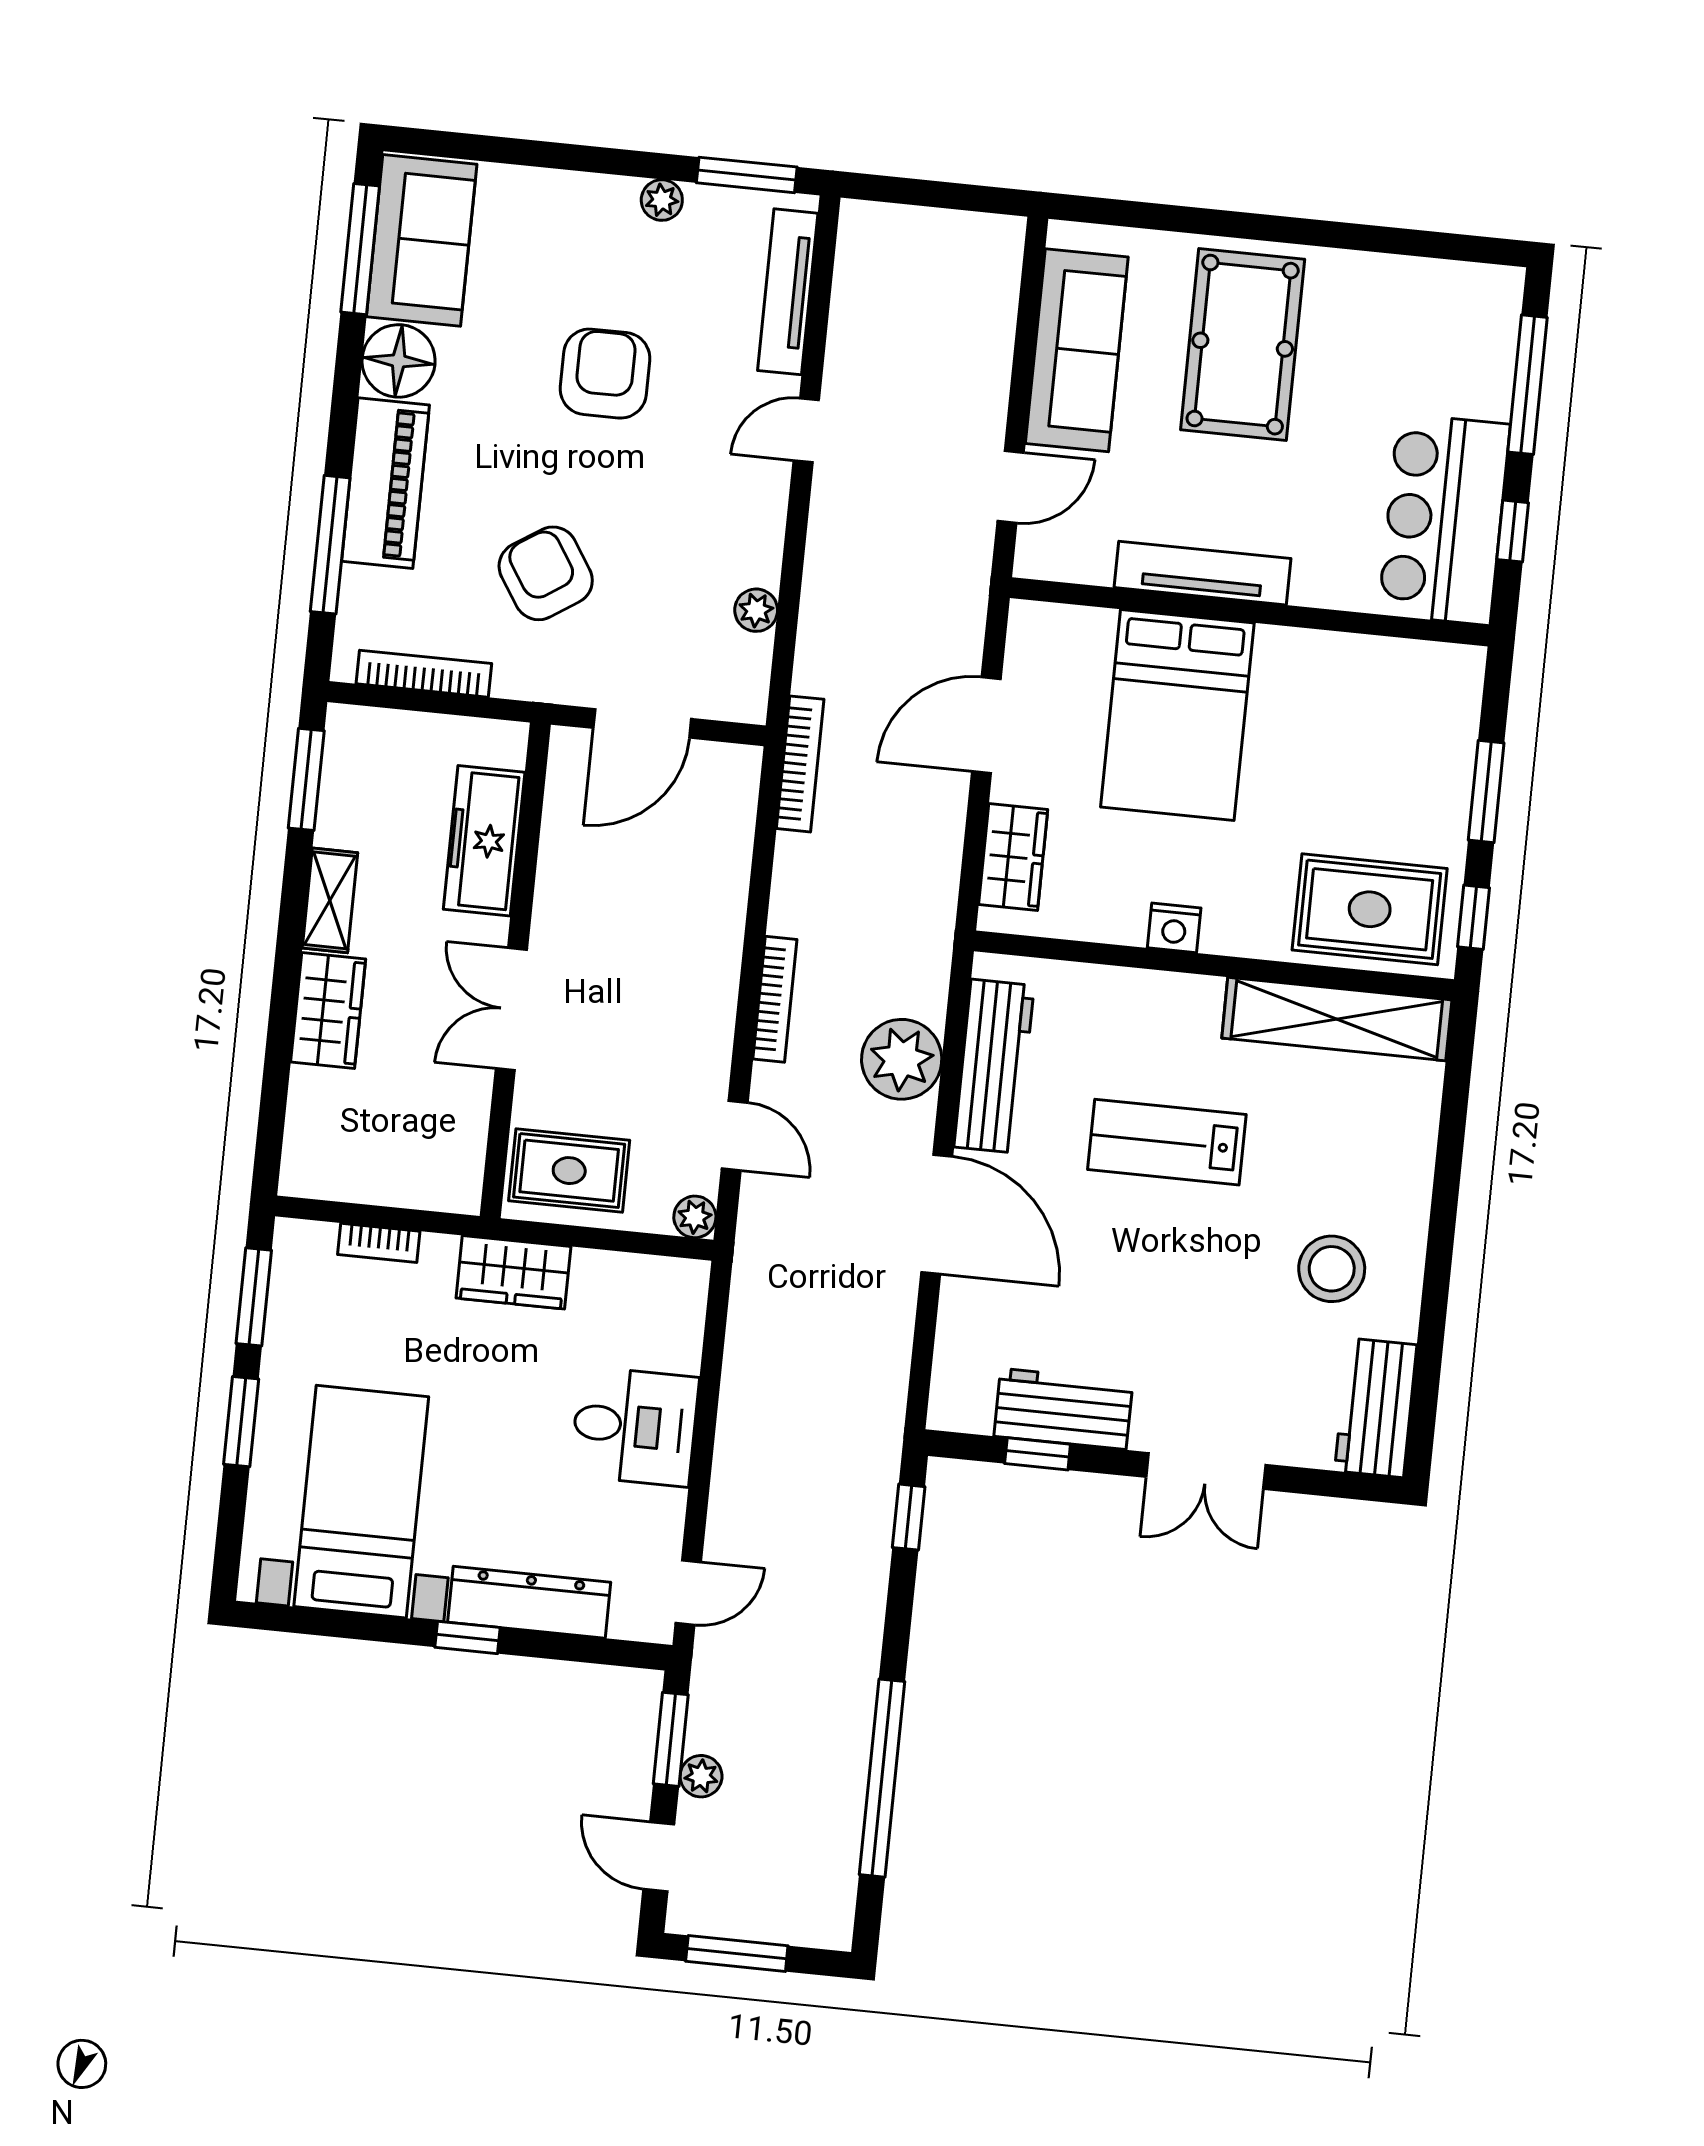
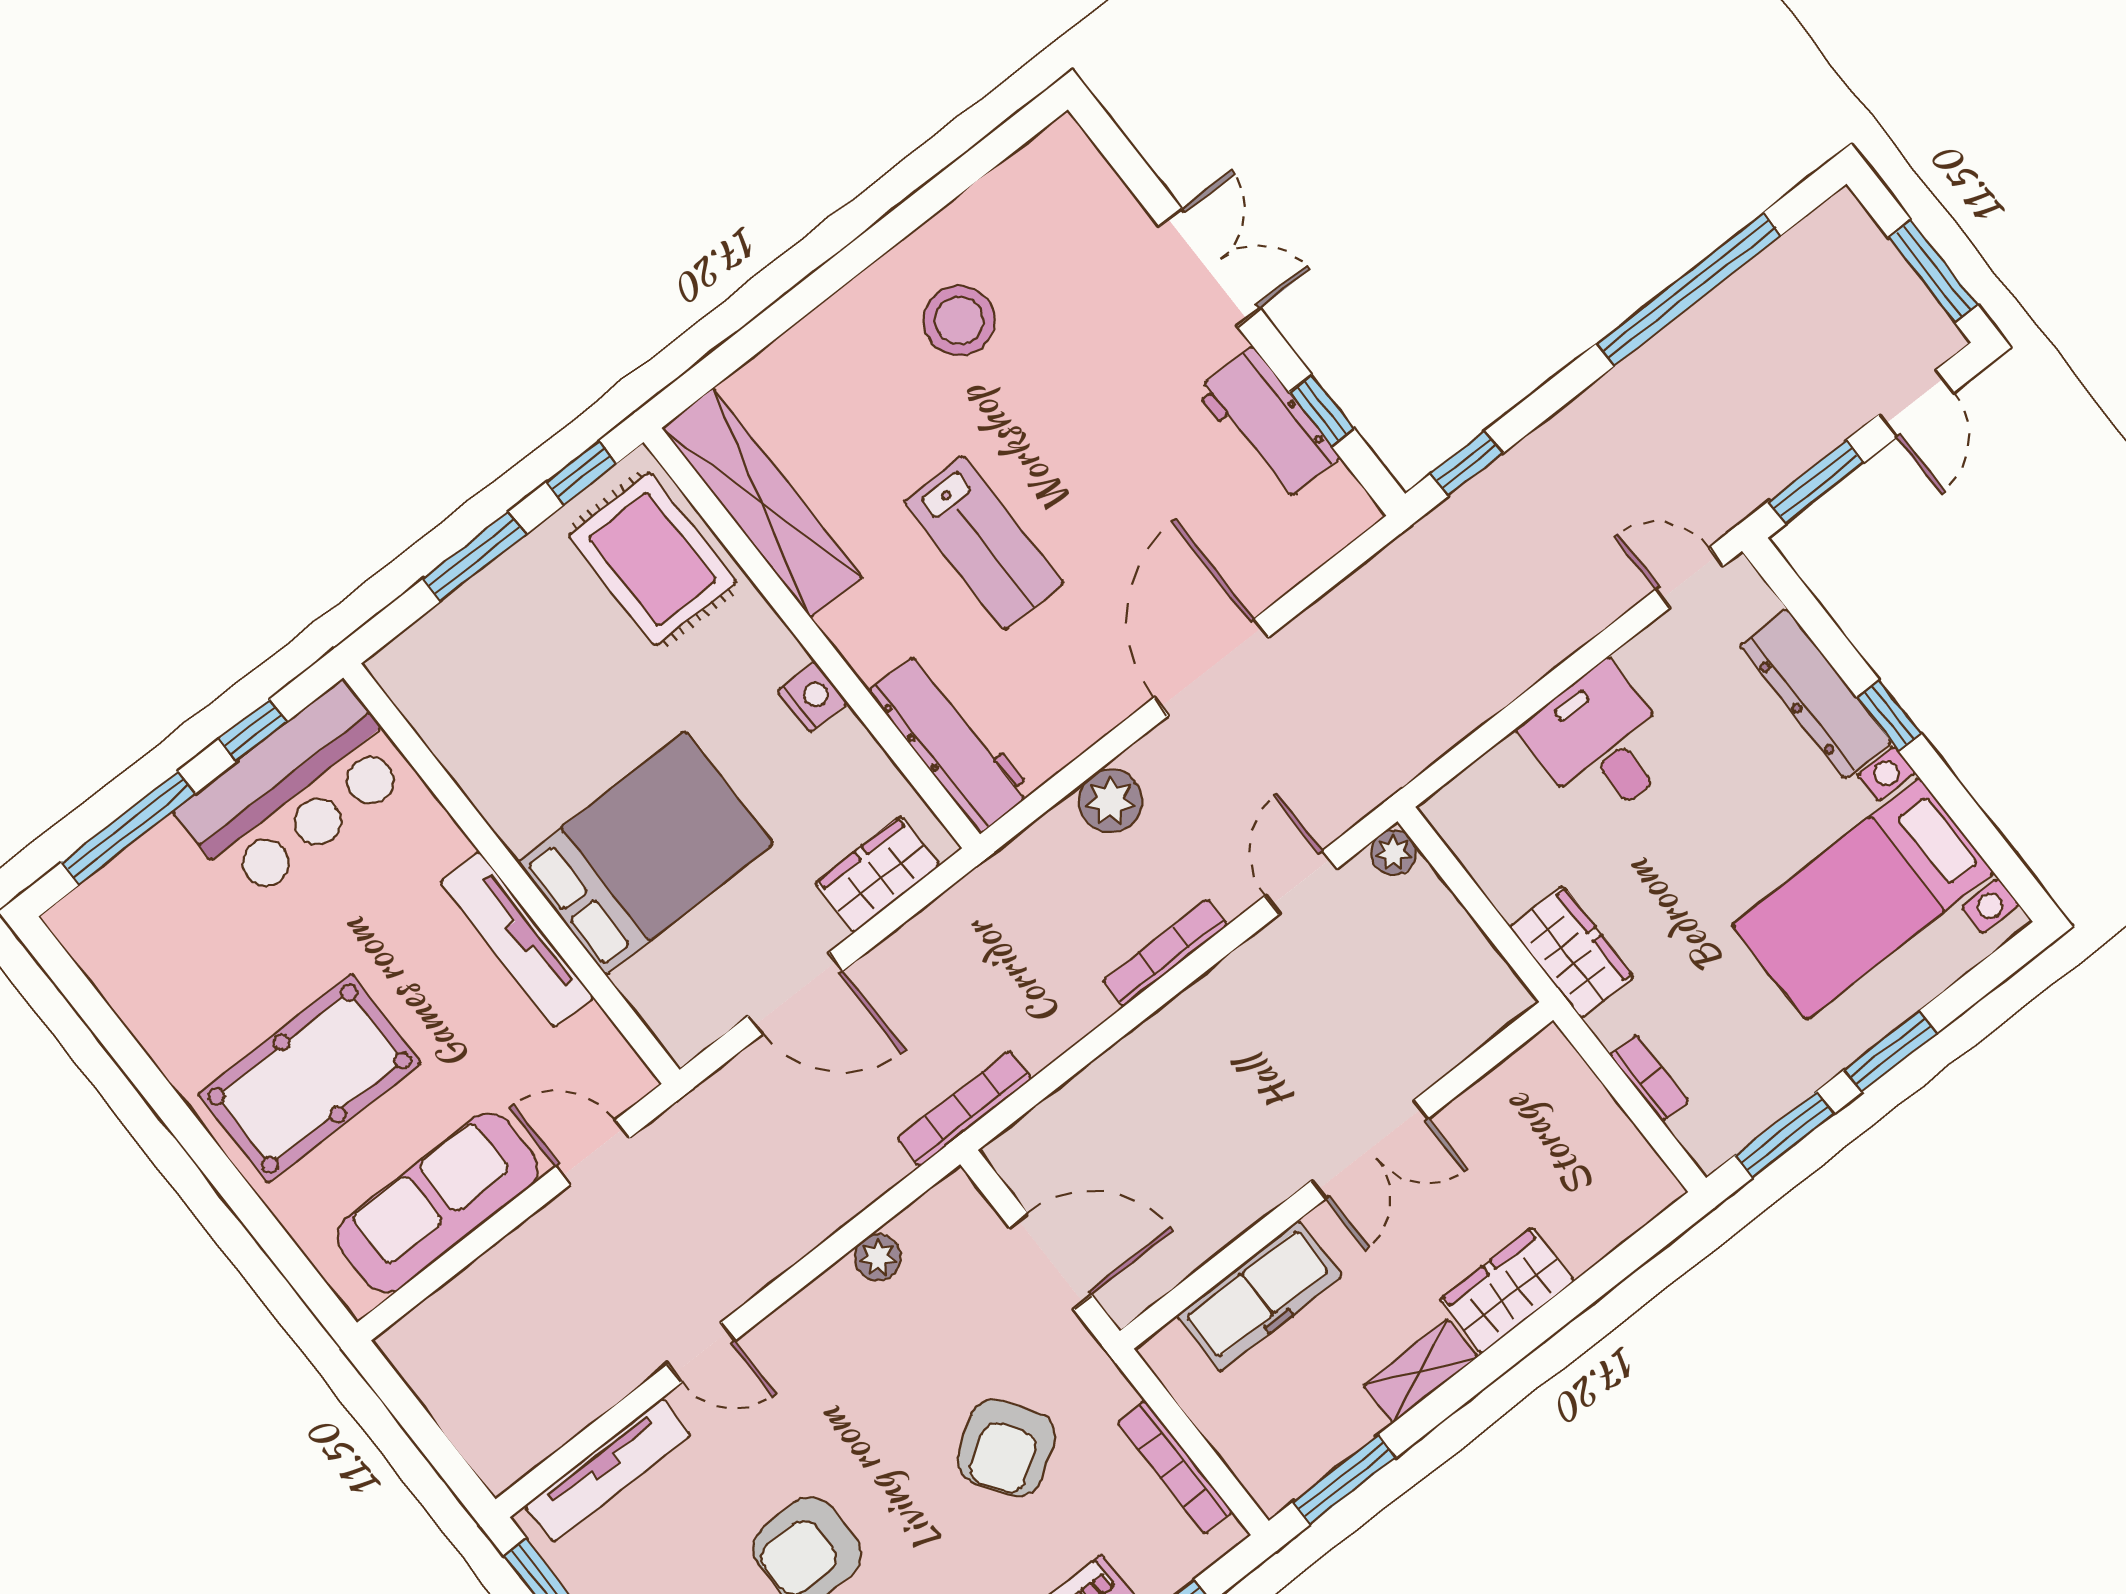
plant: (902, 1059) -> (1110, 801), width x0.73, depth x0.73
workbench: (994, 1066) -> (951, 742), moved, turned 90
rug: (569, 1171) -> (1451, 984), removed
workbench: (1376, 1408) -> (1034, 183), removed
plant: (701, 1776) -> (1822, 431), removed

